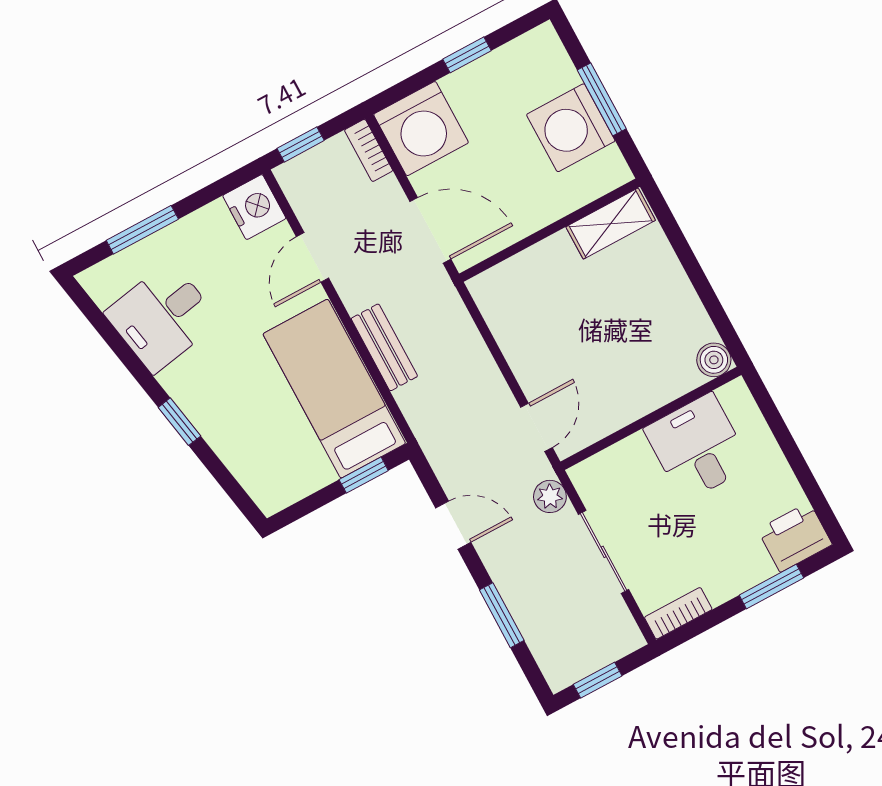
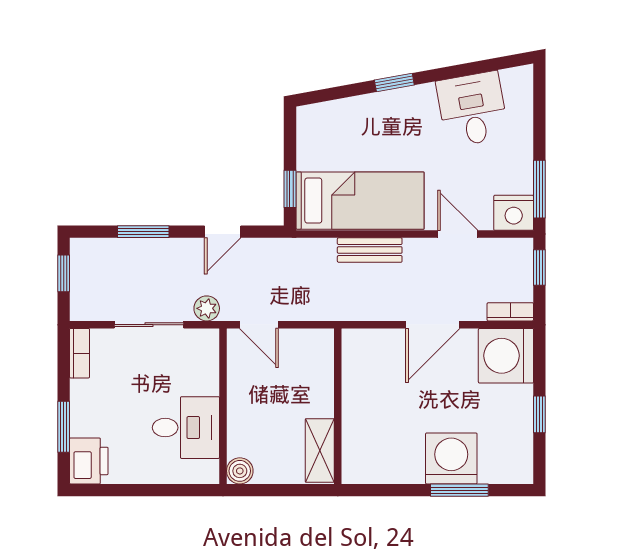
shelving: (611, 224) -> (320, 450), moved
window: (142, 230) -> (539, 189), moved
wall: (550, 230) -> (338, 406), moved

